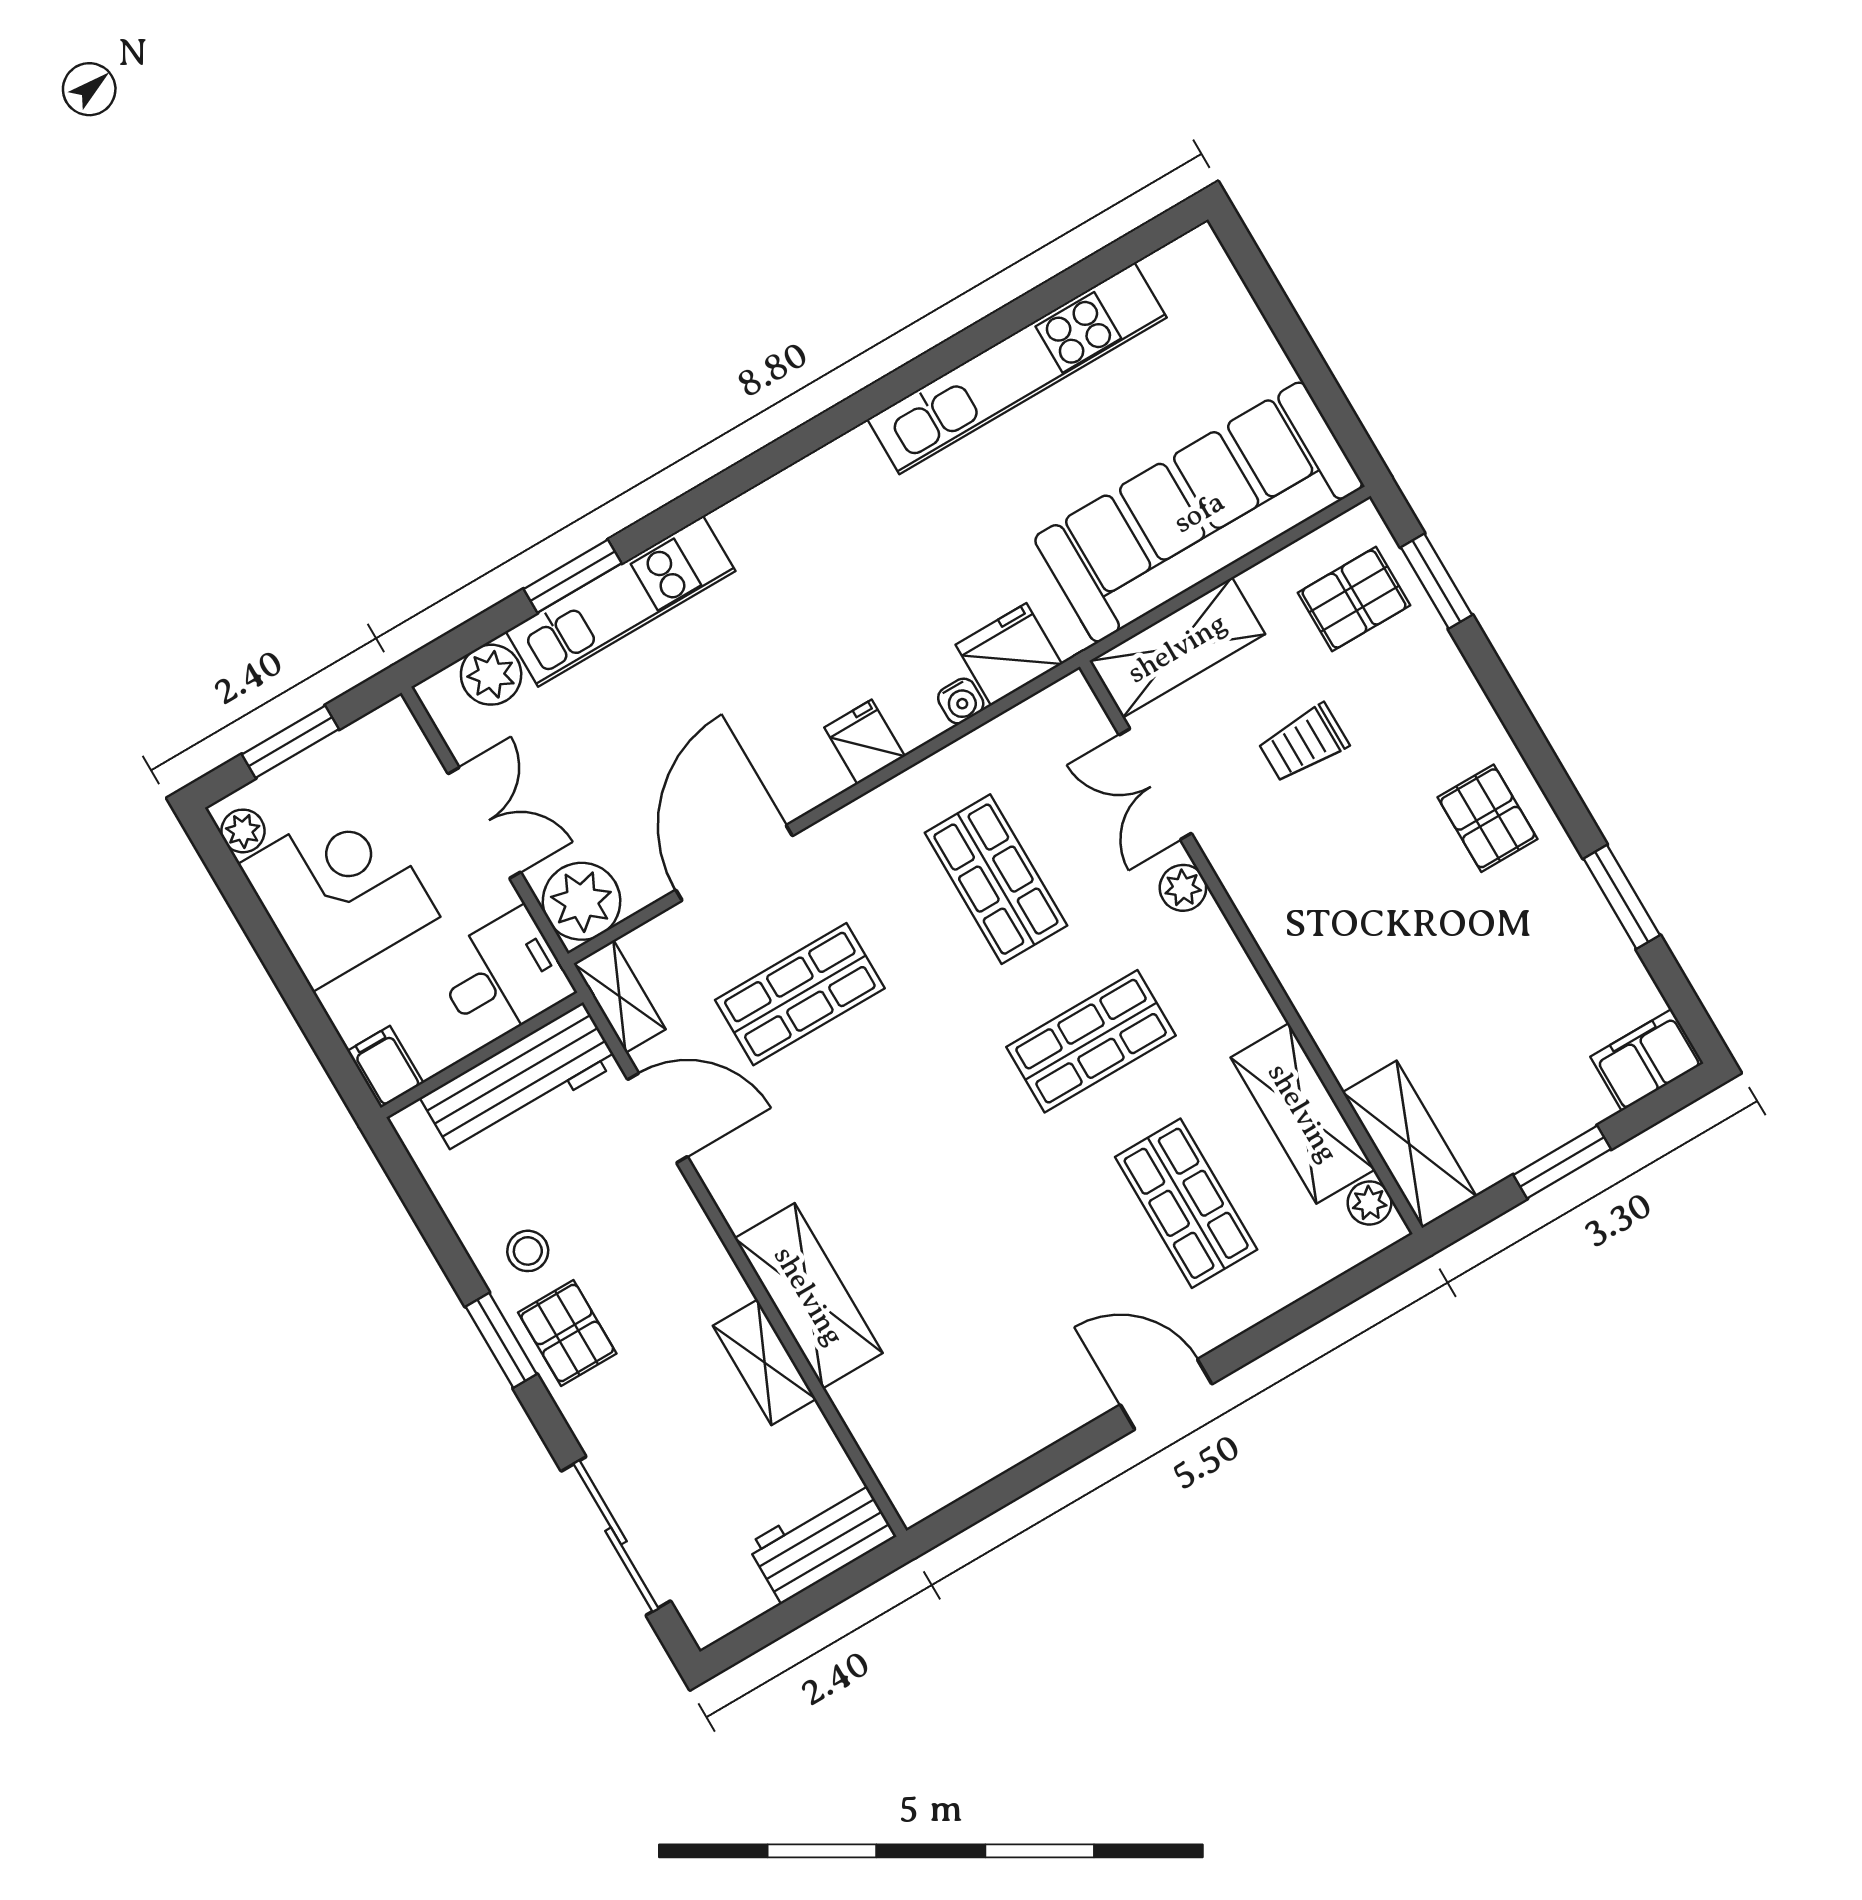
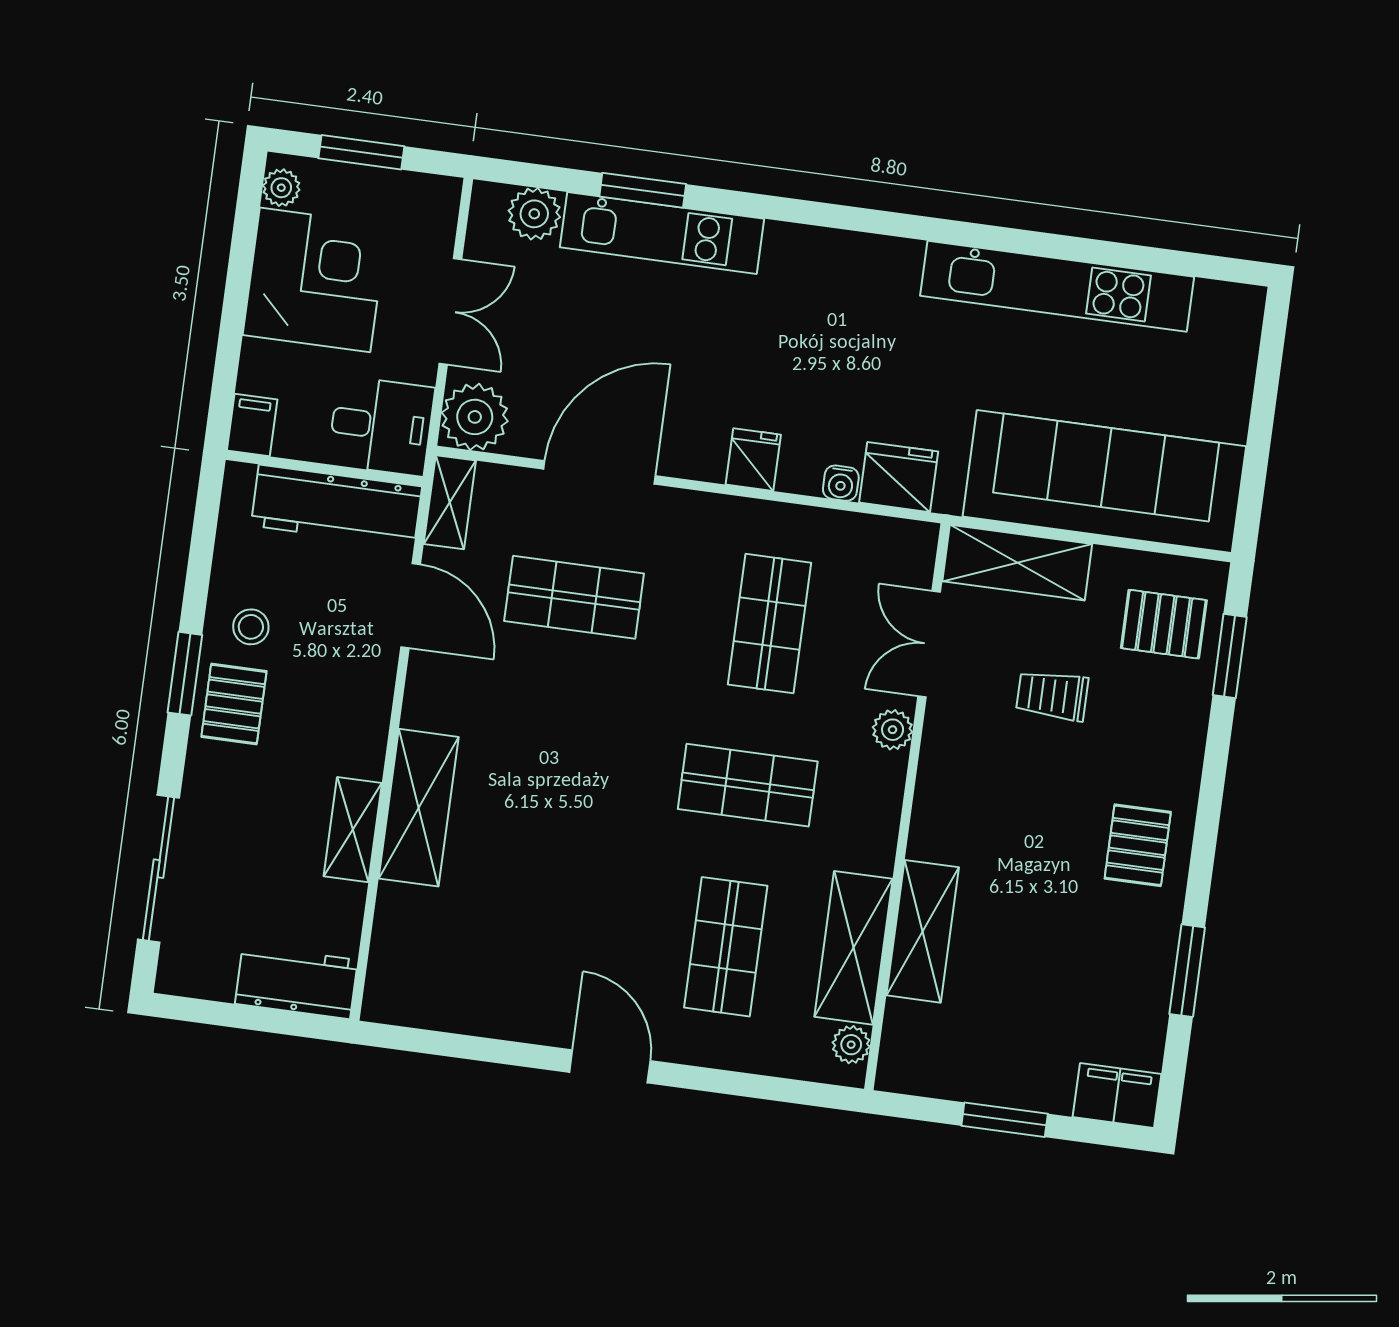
shelving: (1409, 1144) -> (923, 931), moved

